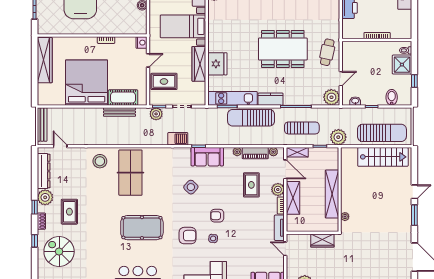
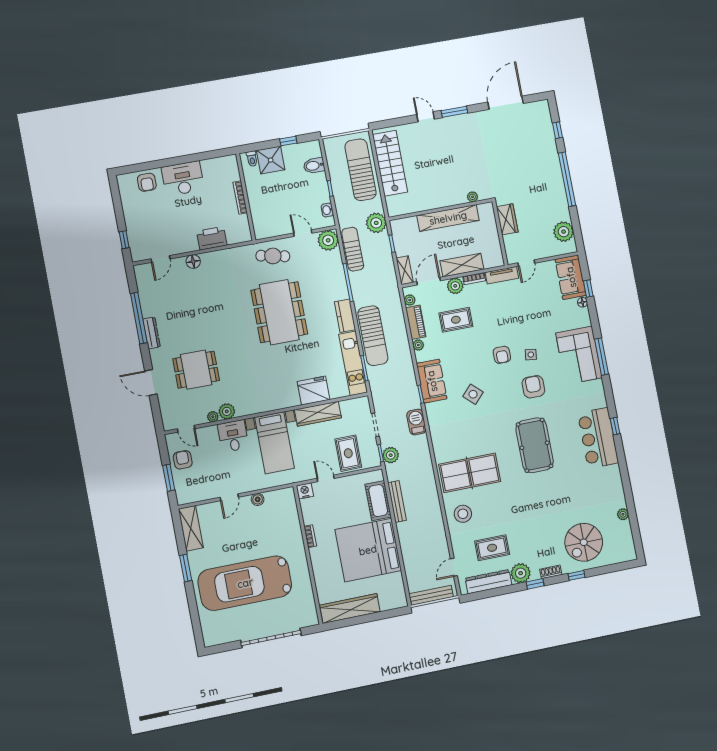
sun lounger: (302, 128) -> (353, 249), moved
rug: (69, 212) -> (492, 548), moved

